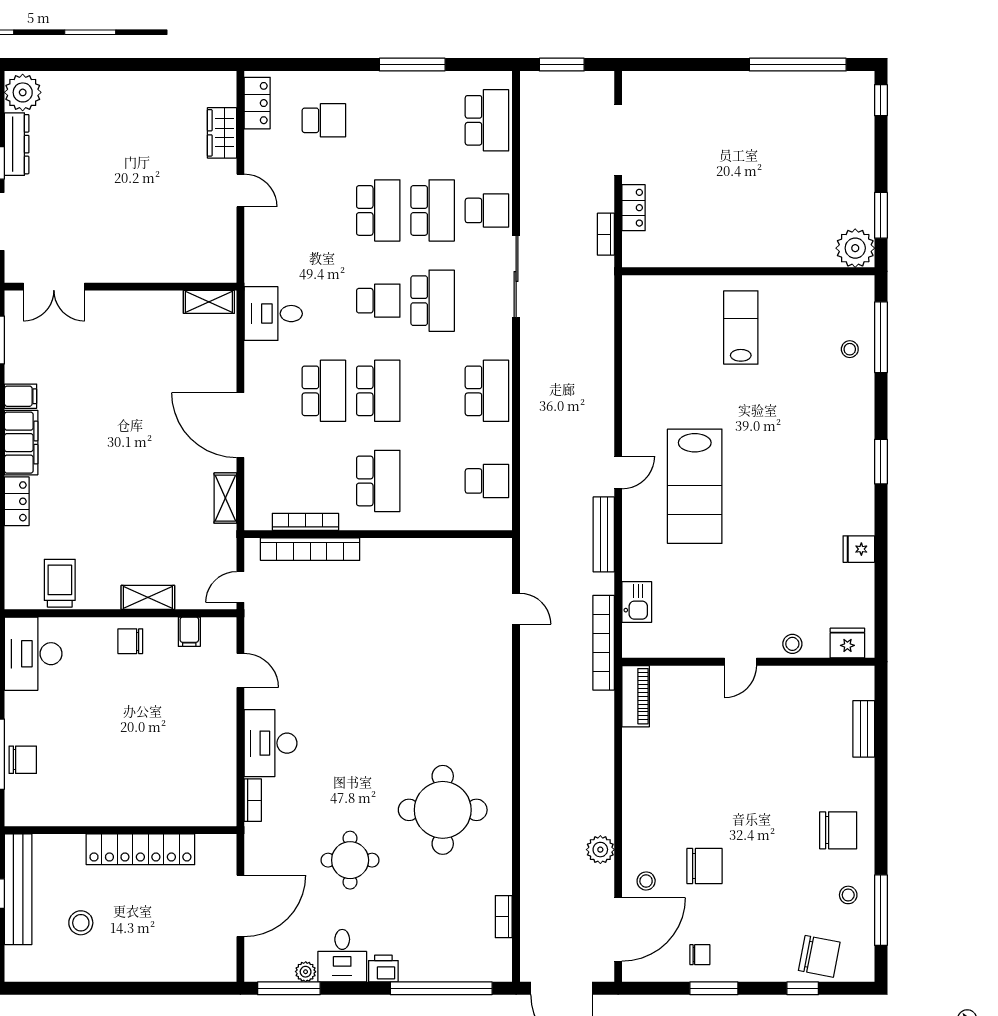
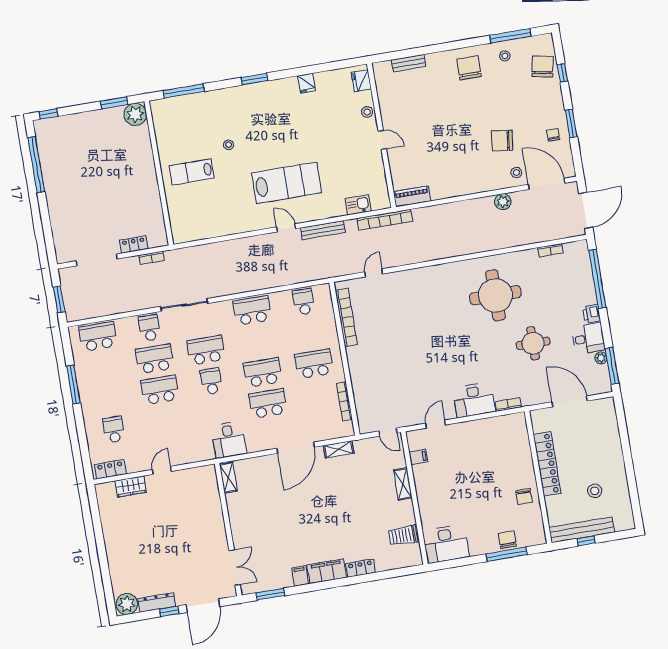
stool: (850, 349) -> (229, 145), moved
bookcase: (310, 549) -> (346, 317), moved
chair: (130, 641) -> (524, 497), moved
chair: (705, 866) -> (502, 141), turned -83

